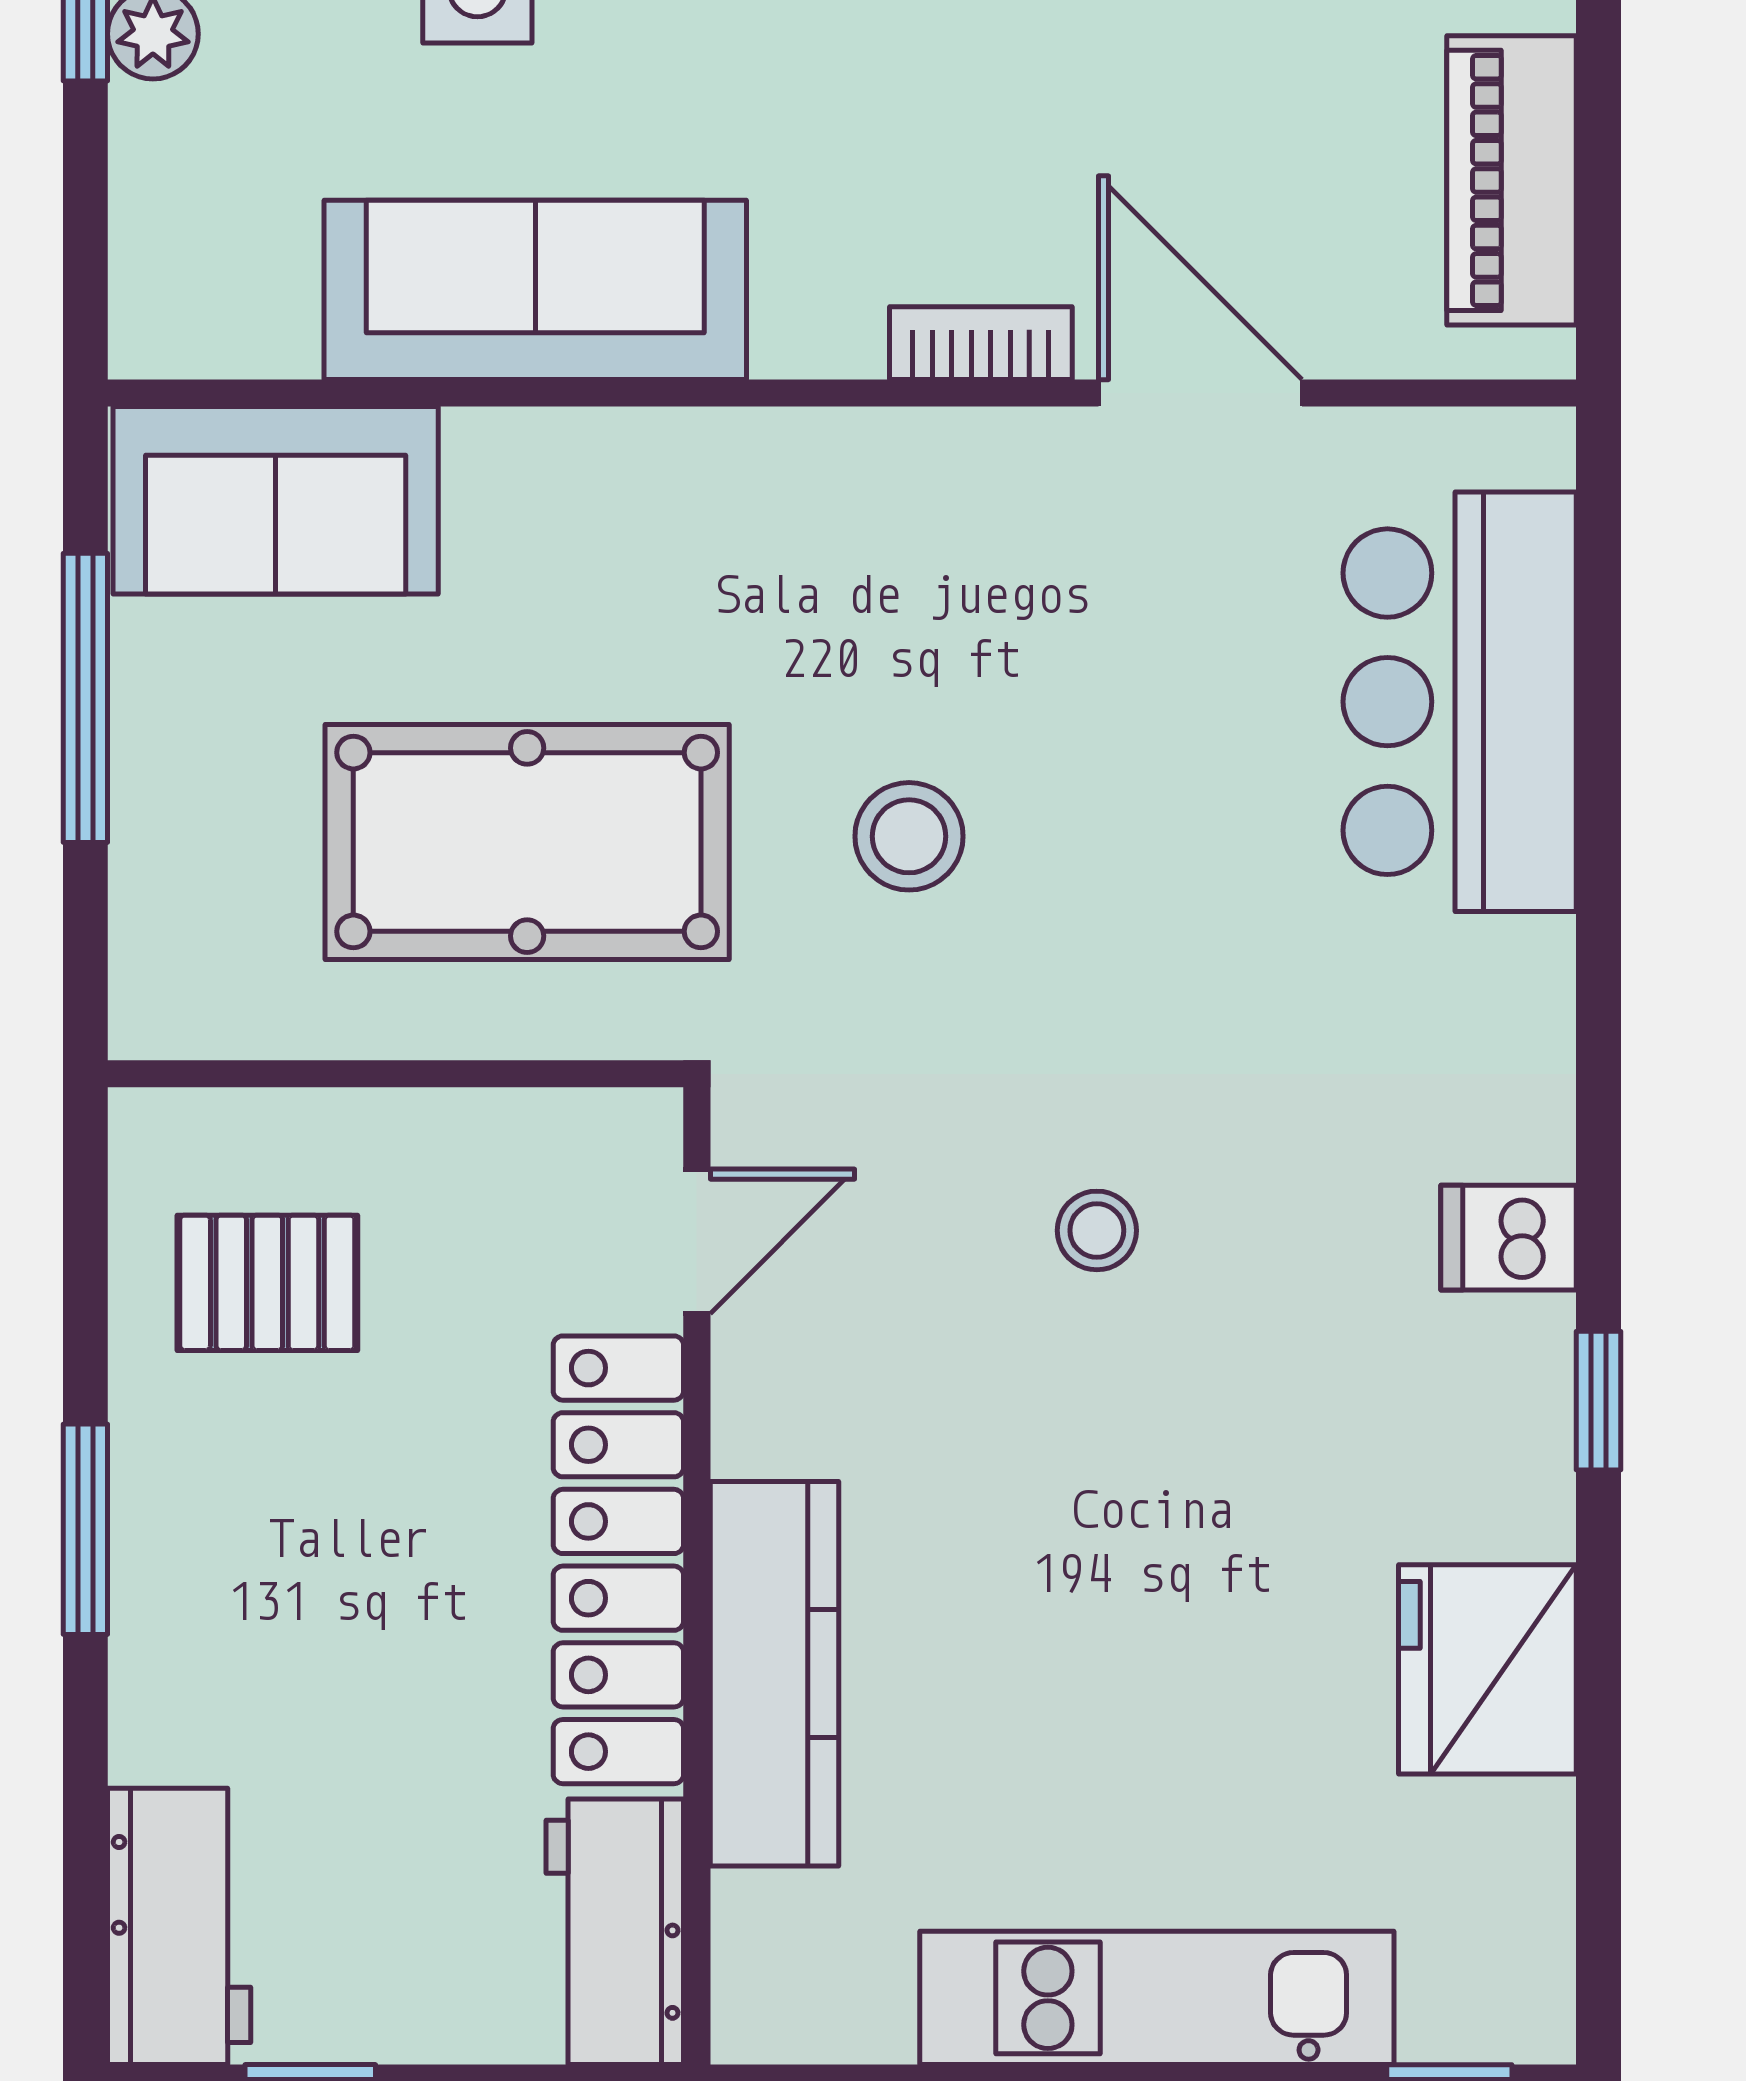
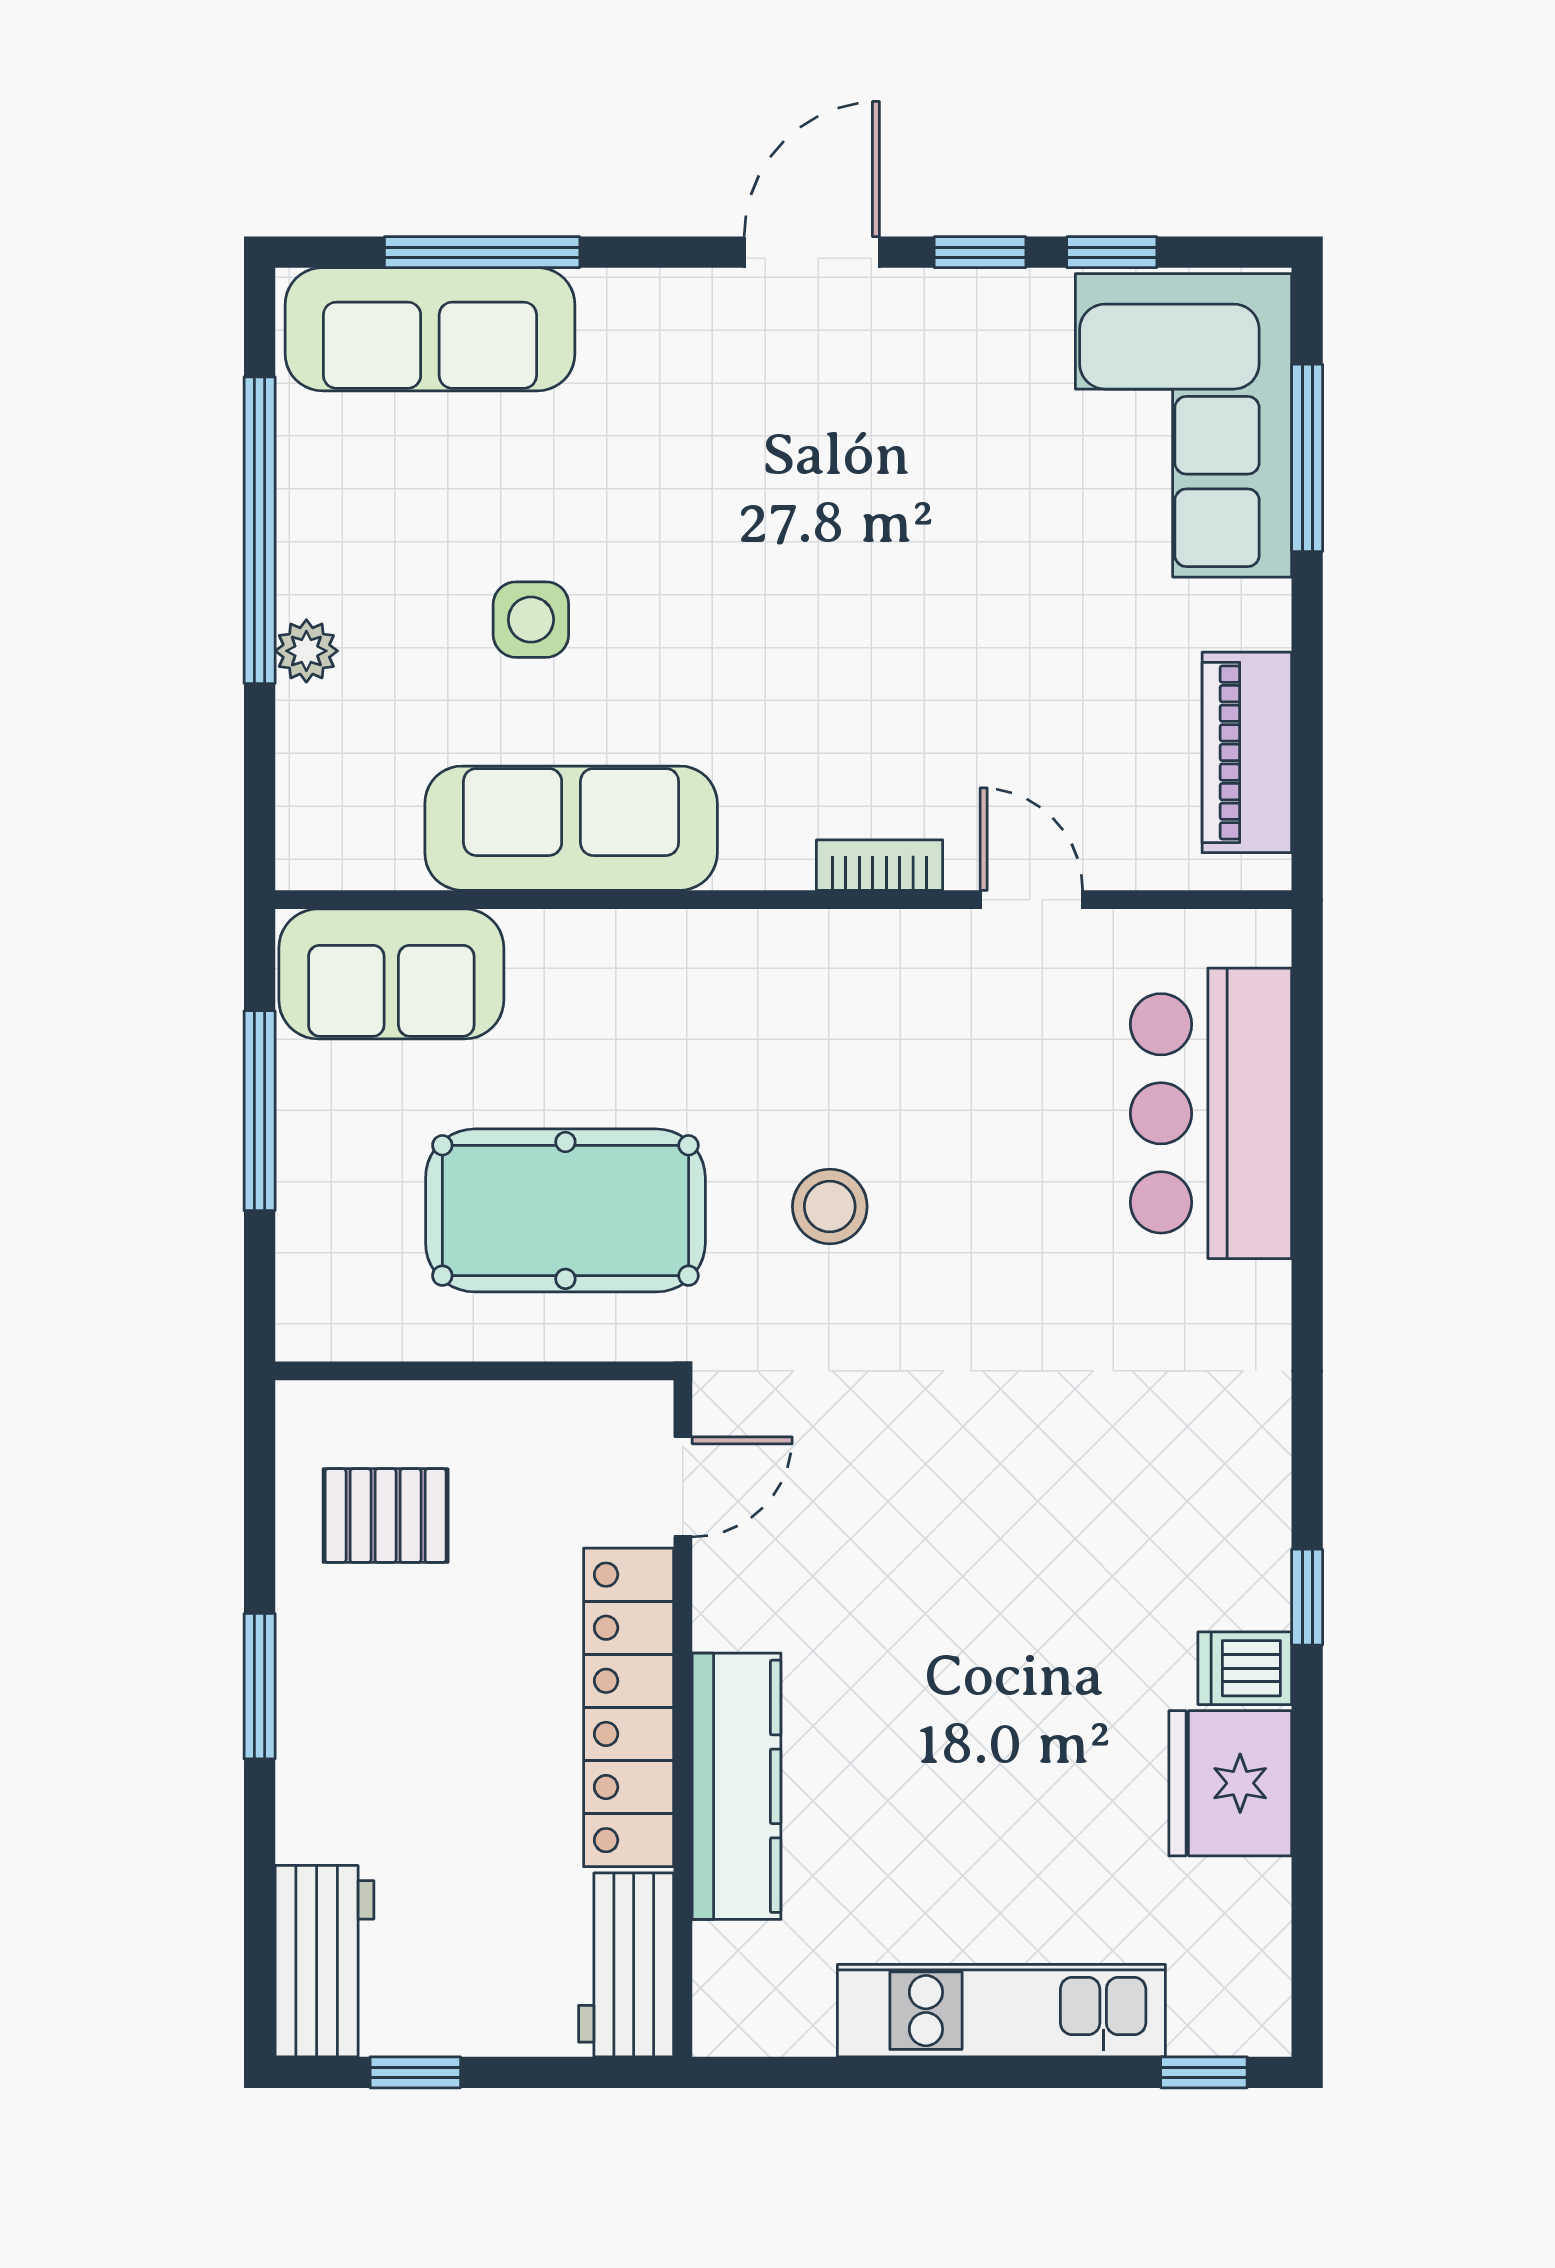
door: (1200, 393) -> (1031, 900), width x0.73
stool: (1097, 1230) -> (960, 1479), removed
dishwasher: (1509, 1238) -> (1245, 1668), moved

